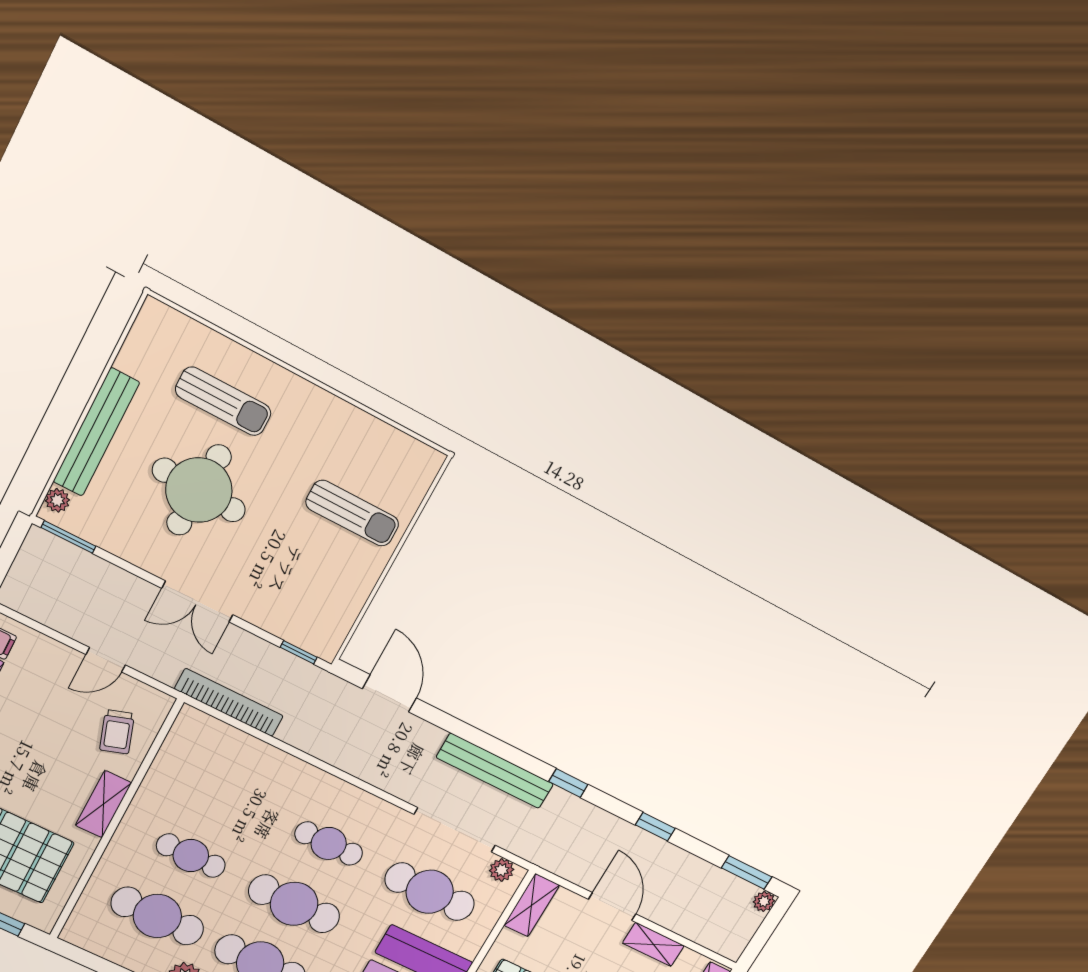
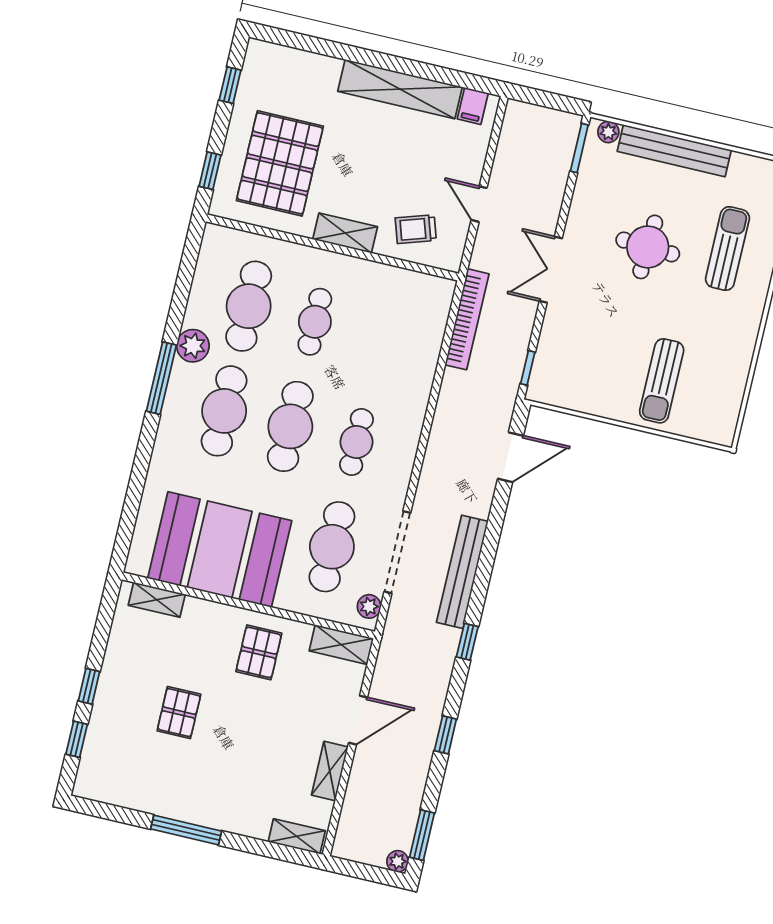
sun lounger: (223, 401) -> (727, 248), turned 180
round table: (199, 490) -> (648, 247), width x0.73, depth x0.73

